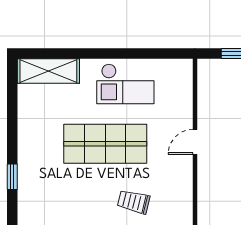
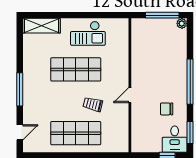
door: (195, 142) -> (130, 95), moved
window: (12, 177) -> (20, 89), width x2.17

